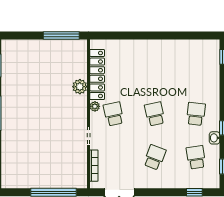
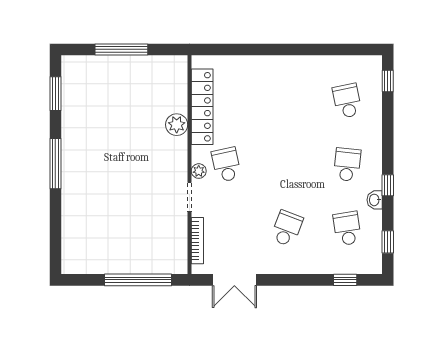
window: (61, 35) -> (121, 49), moved
plant: (95, 106) -> (199, 171), moved
school desk: (155, 114) -> (347, 101), moved

